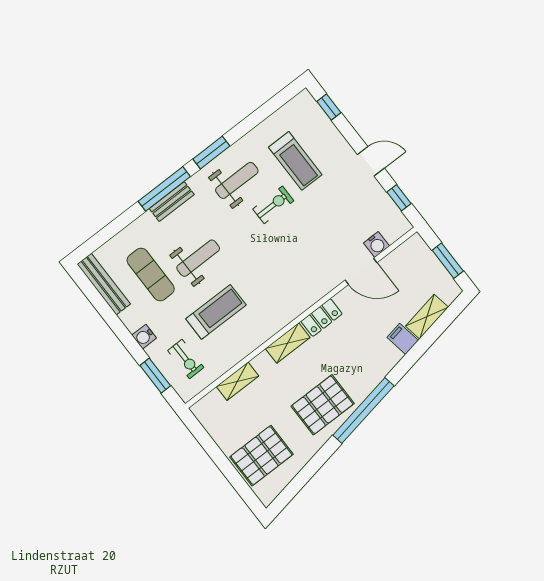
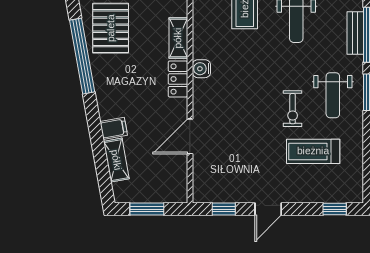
water cooler: (376, 244) -> (201, 69), moved

